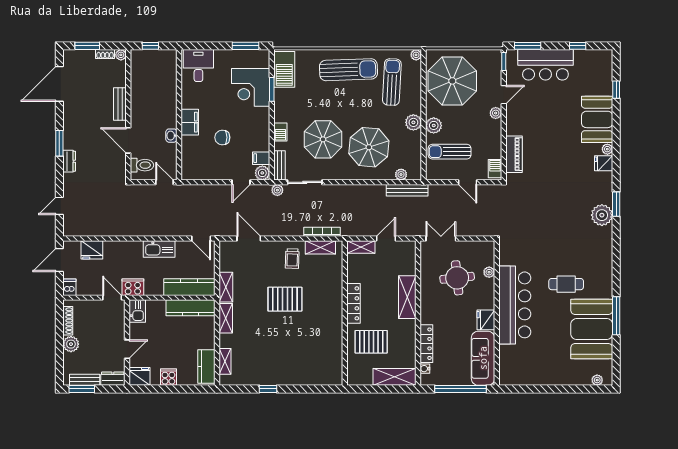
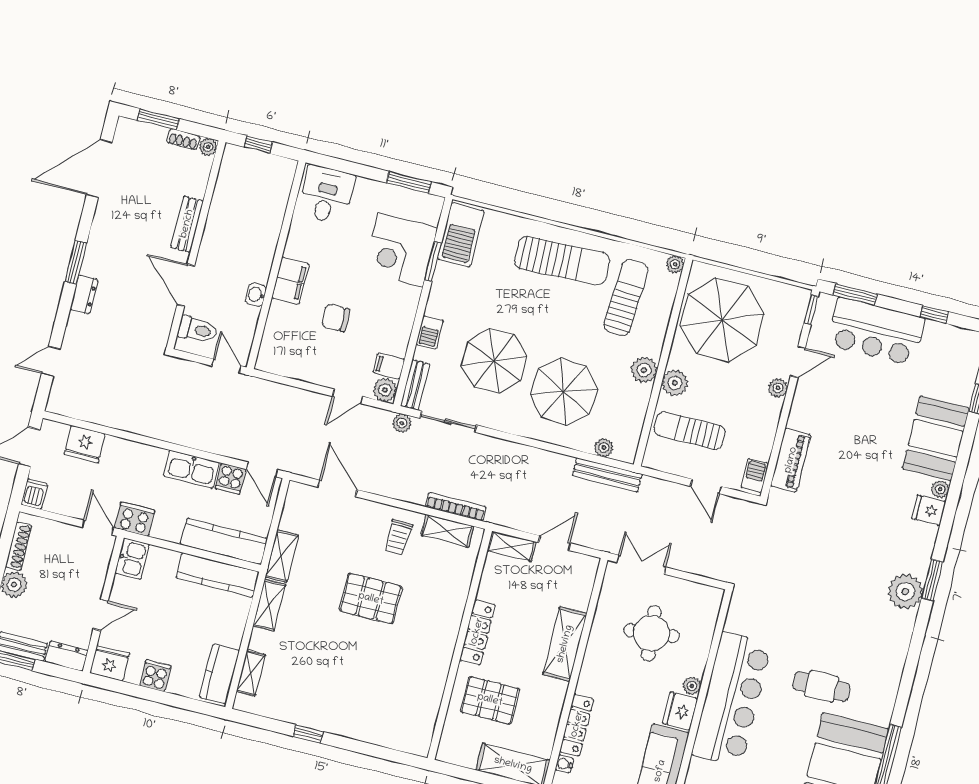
cooker: (184, 249) -> (231, 479), added
plant: (489, 272) -> (692, 686), moved

